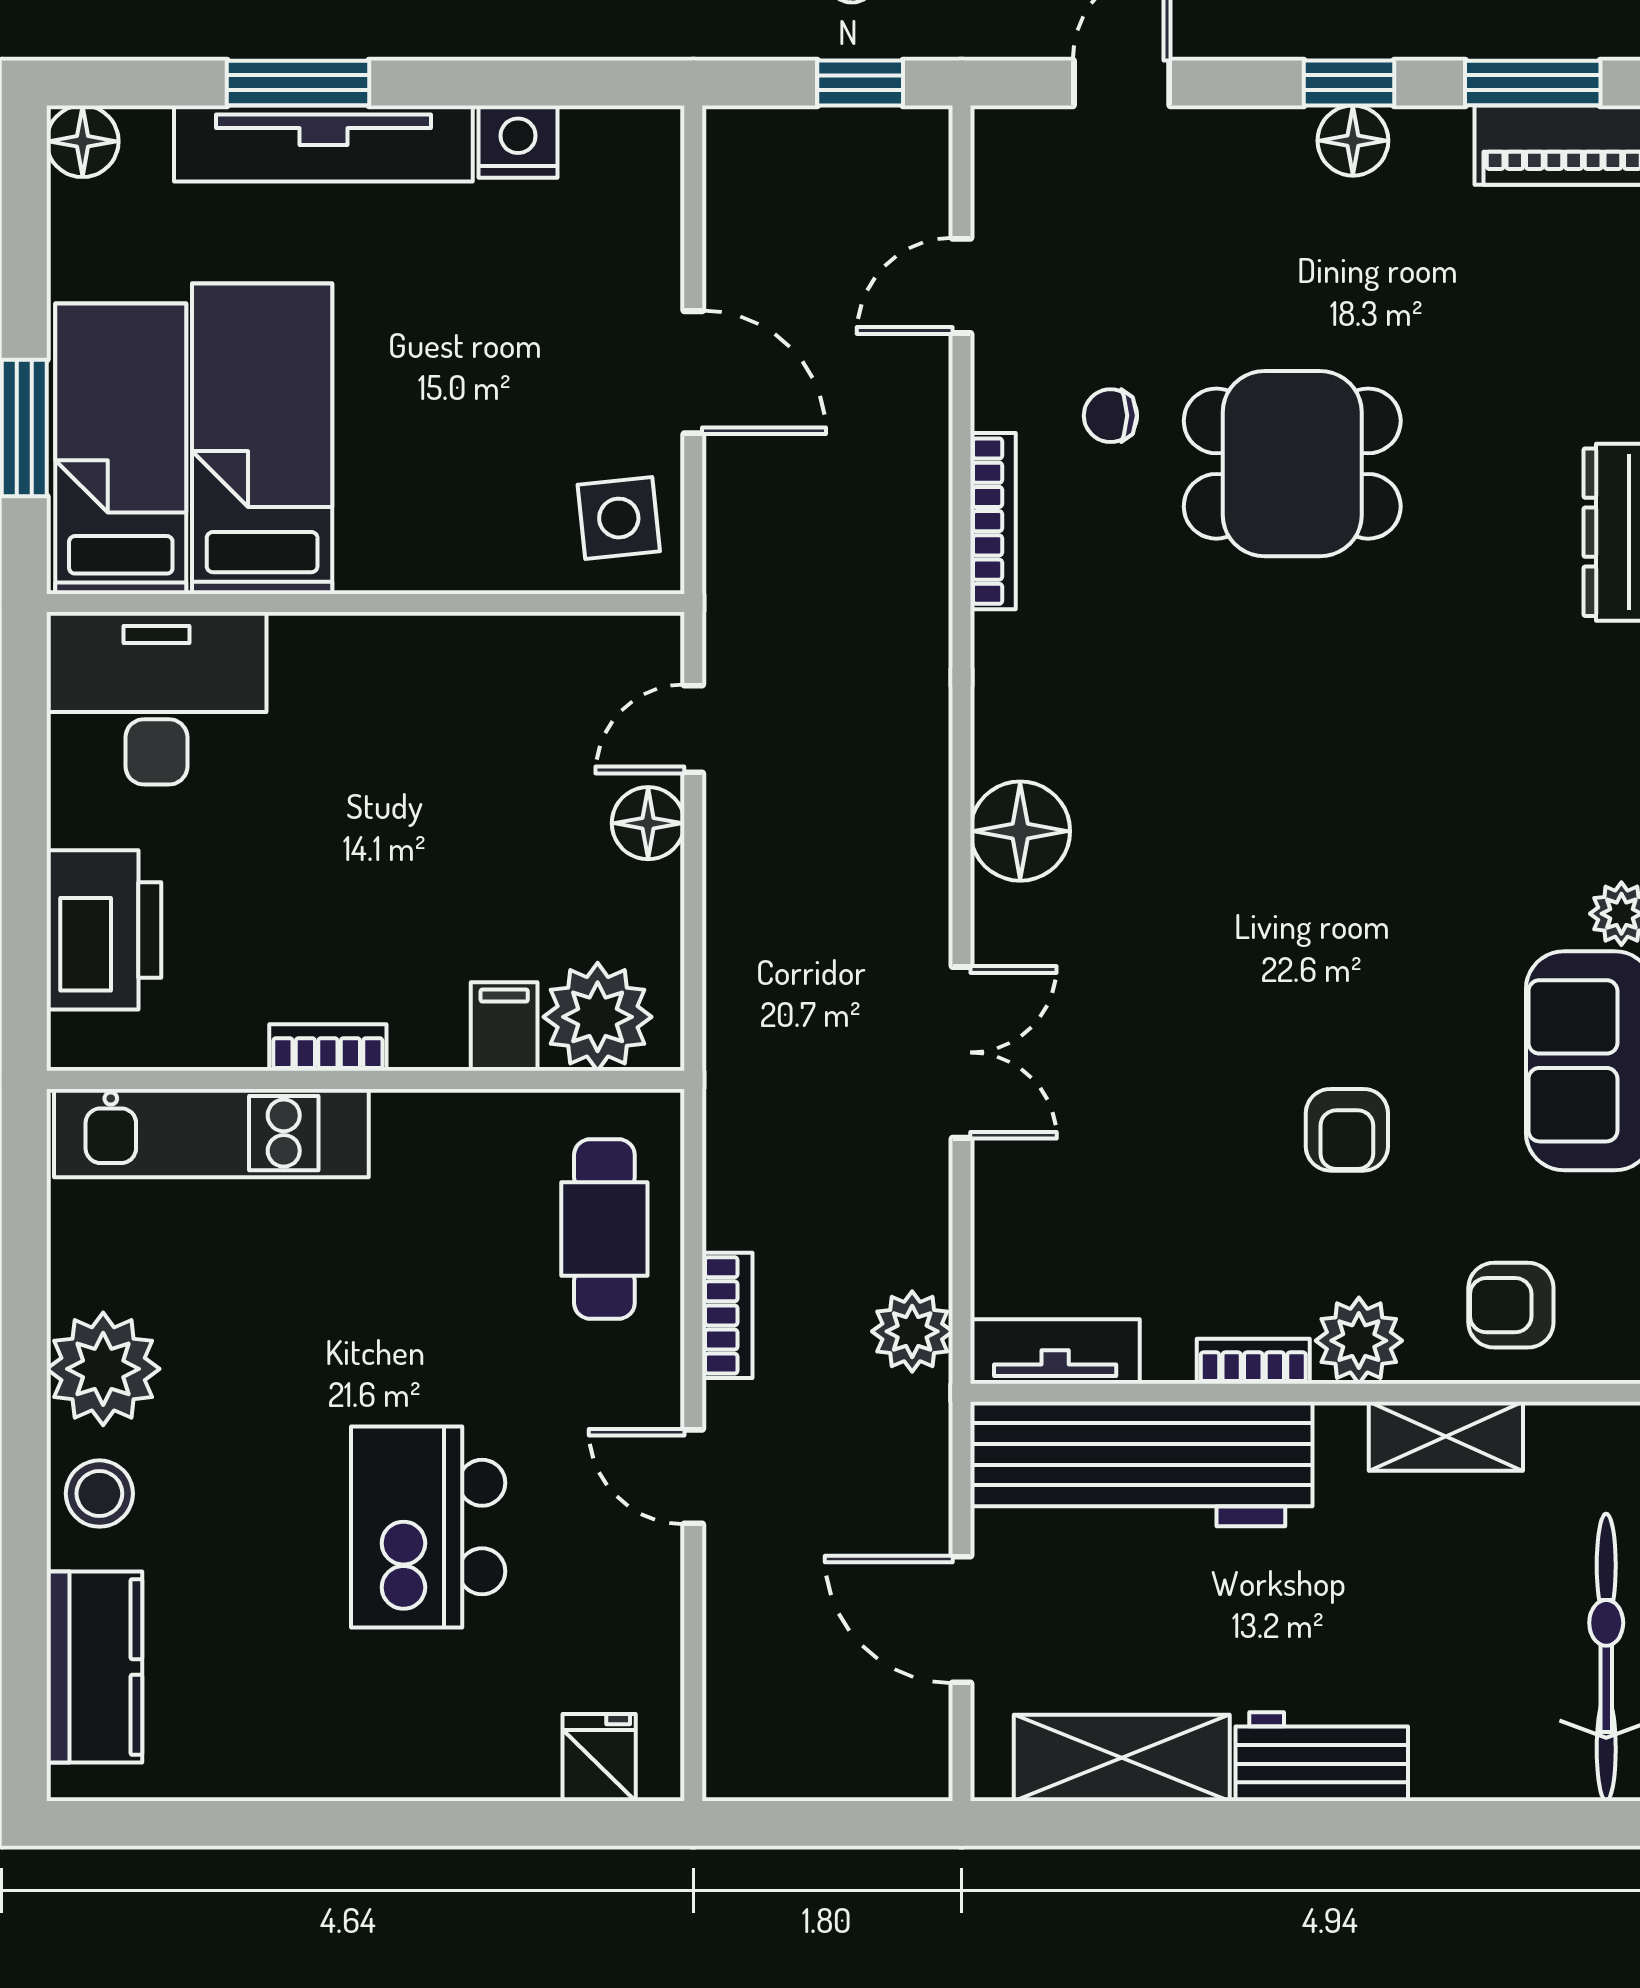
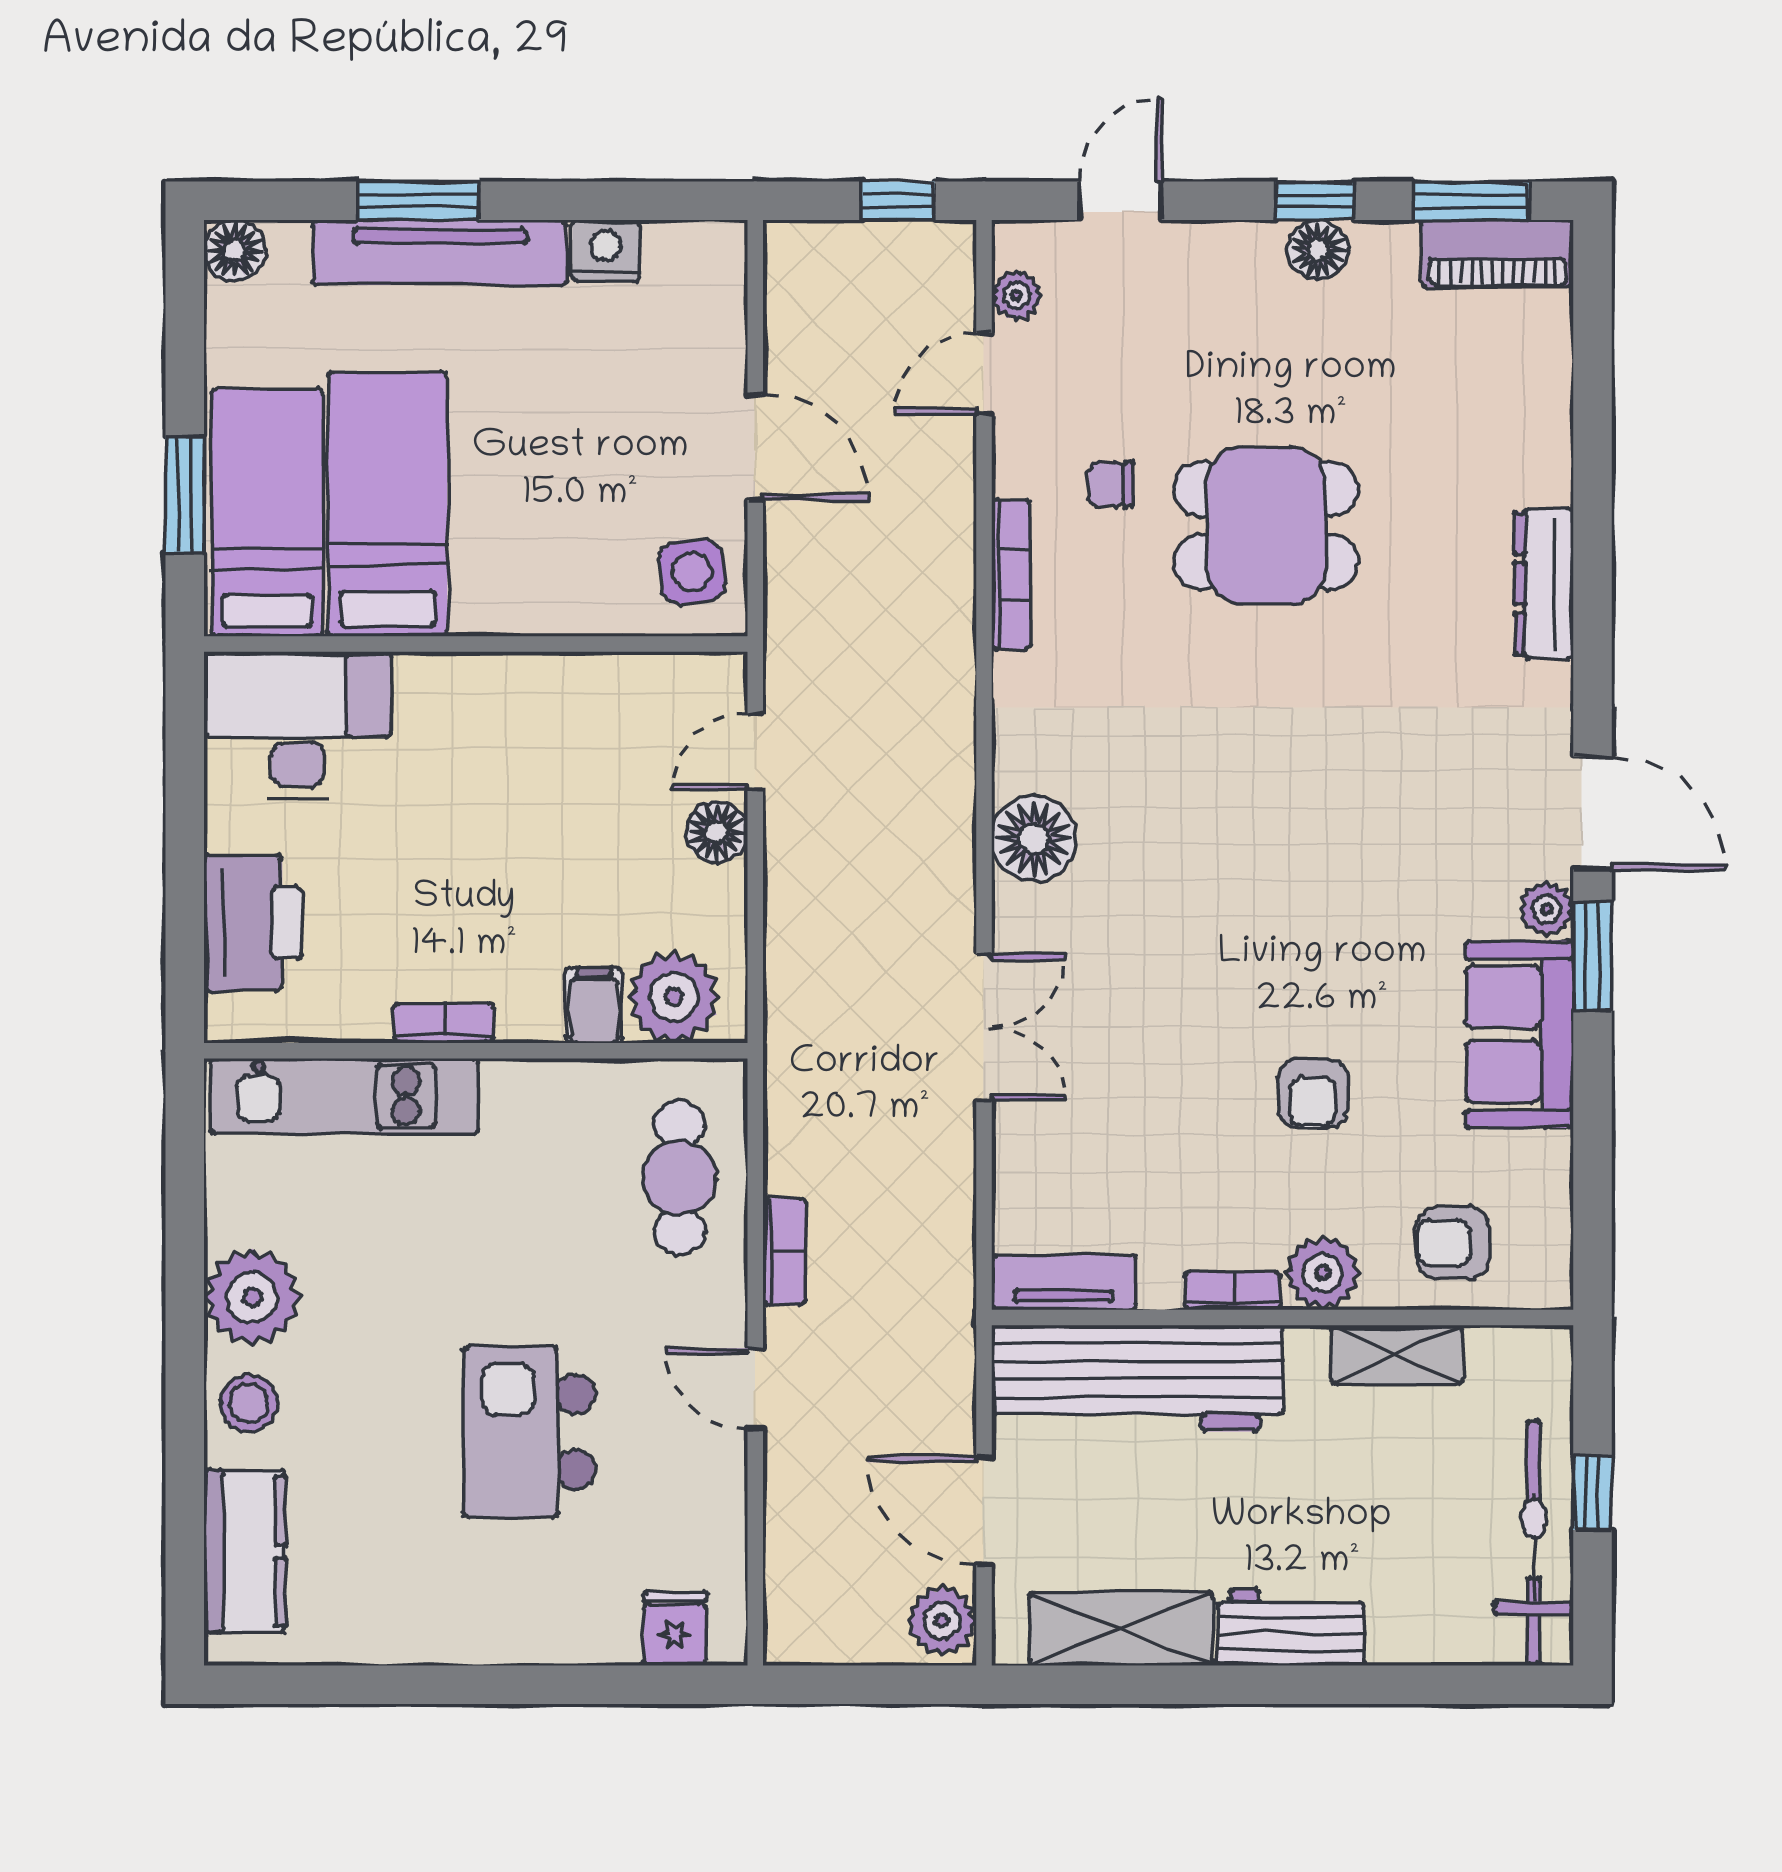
plant: (1000, 194) -> (1016, 295), added
plant: (912, 1331) -> (942, 1621), moved

